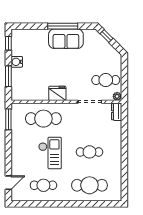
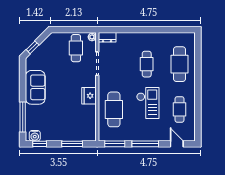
window: (63, 26) -> (23, 117), moved
water cooler: (17, 62) -> (35, 136), moved
window: (8, 150) -> (145, 144), added
checkout: (50, 153) -> (148, 103), turned 90

